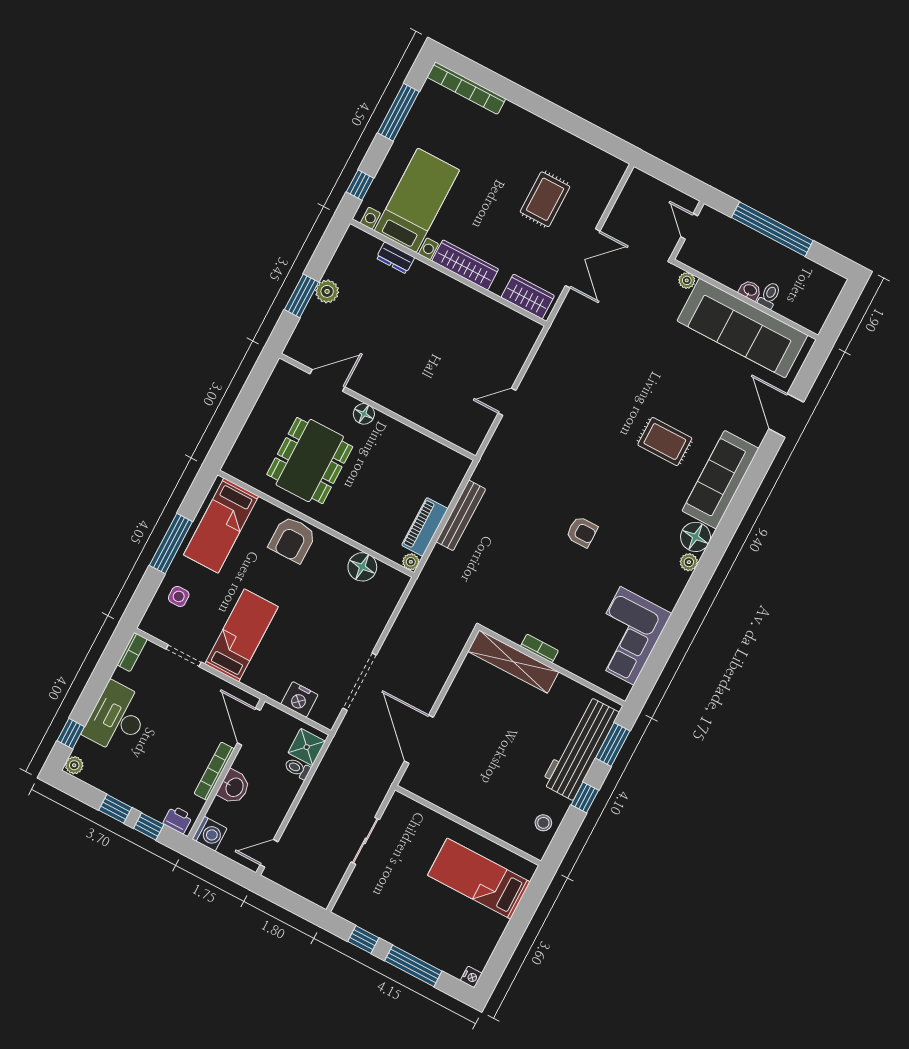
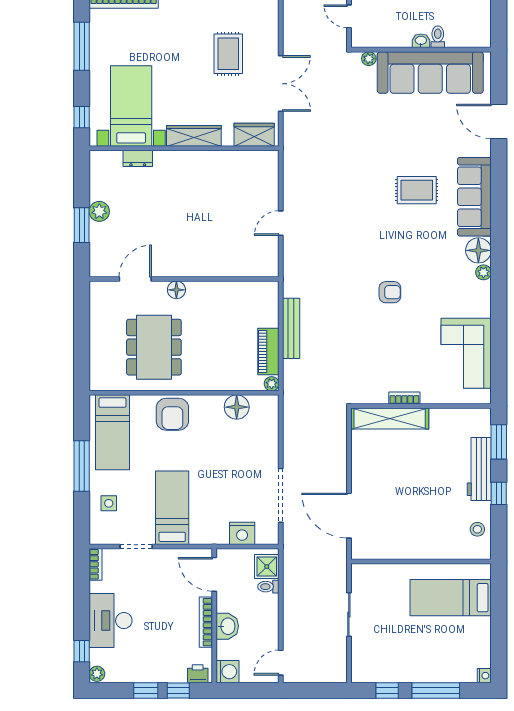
workbench: (580, 748) -> (479, 469), width x0.73, depth x0.76

